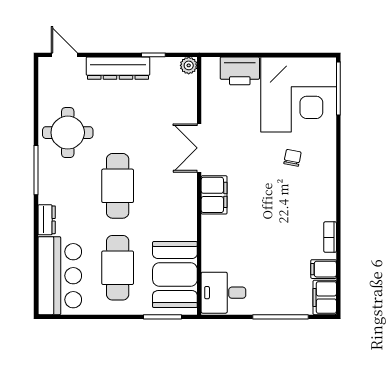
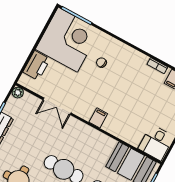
double door: (199, 148) -> (57, 106), moved
filing cabinet: (214, 195) -> (98, 118), width x0.50

